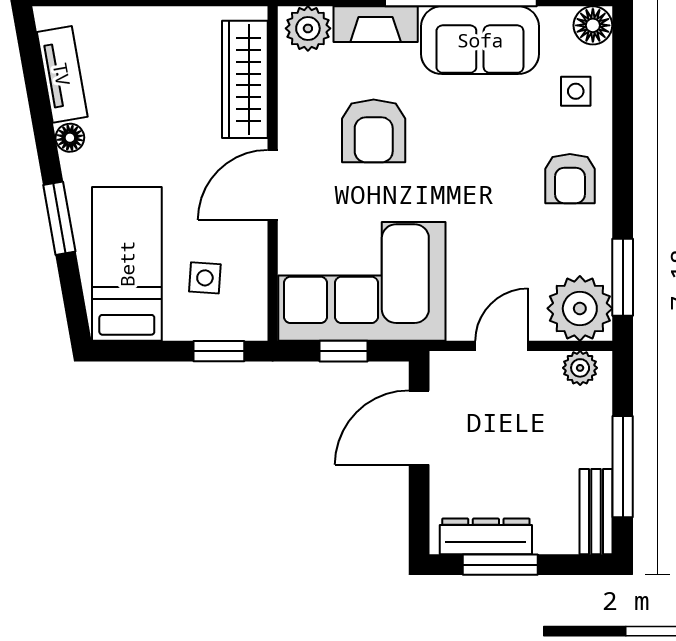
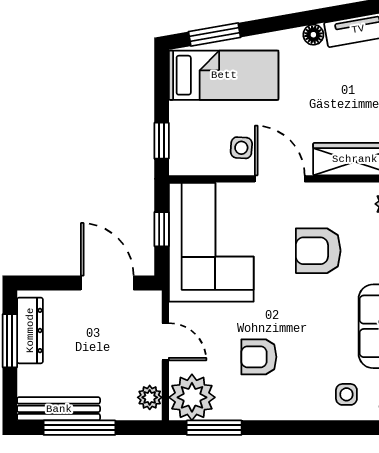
armchair: (570, 179) -> (259, 357), moved
window: (59, 218) -> (215, 35), moved
side table: (205, 278) -> (241, 148), moved
bench: (596, 512) -> (59, 409), width x1.36

